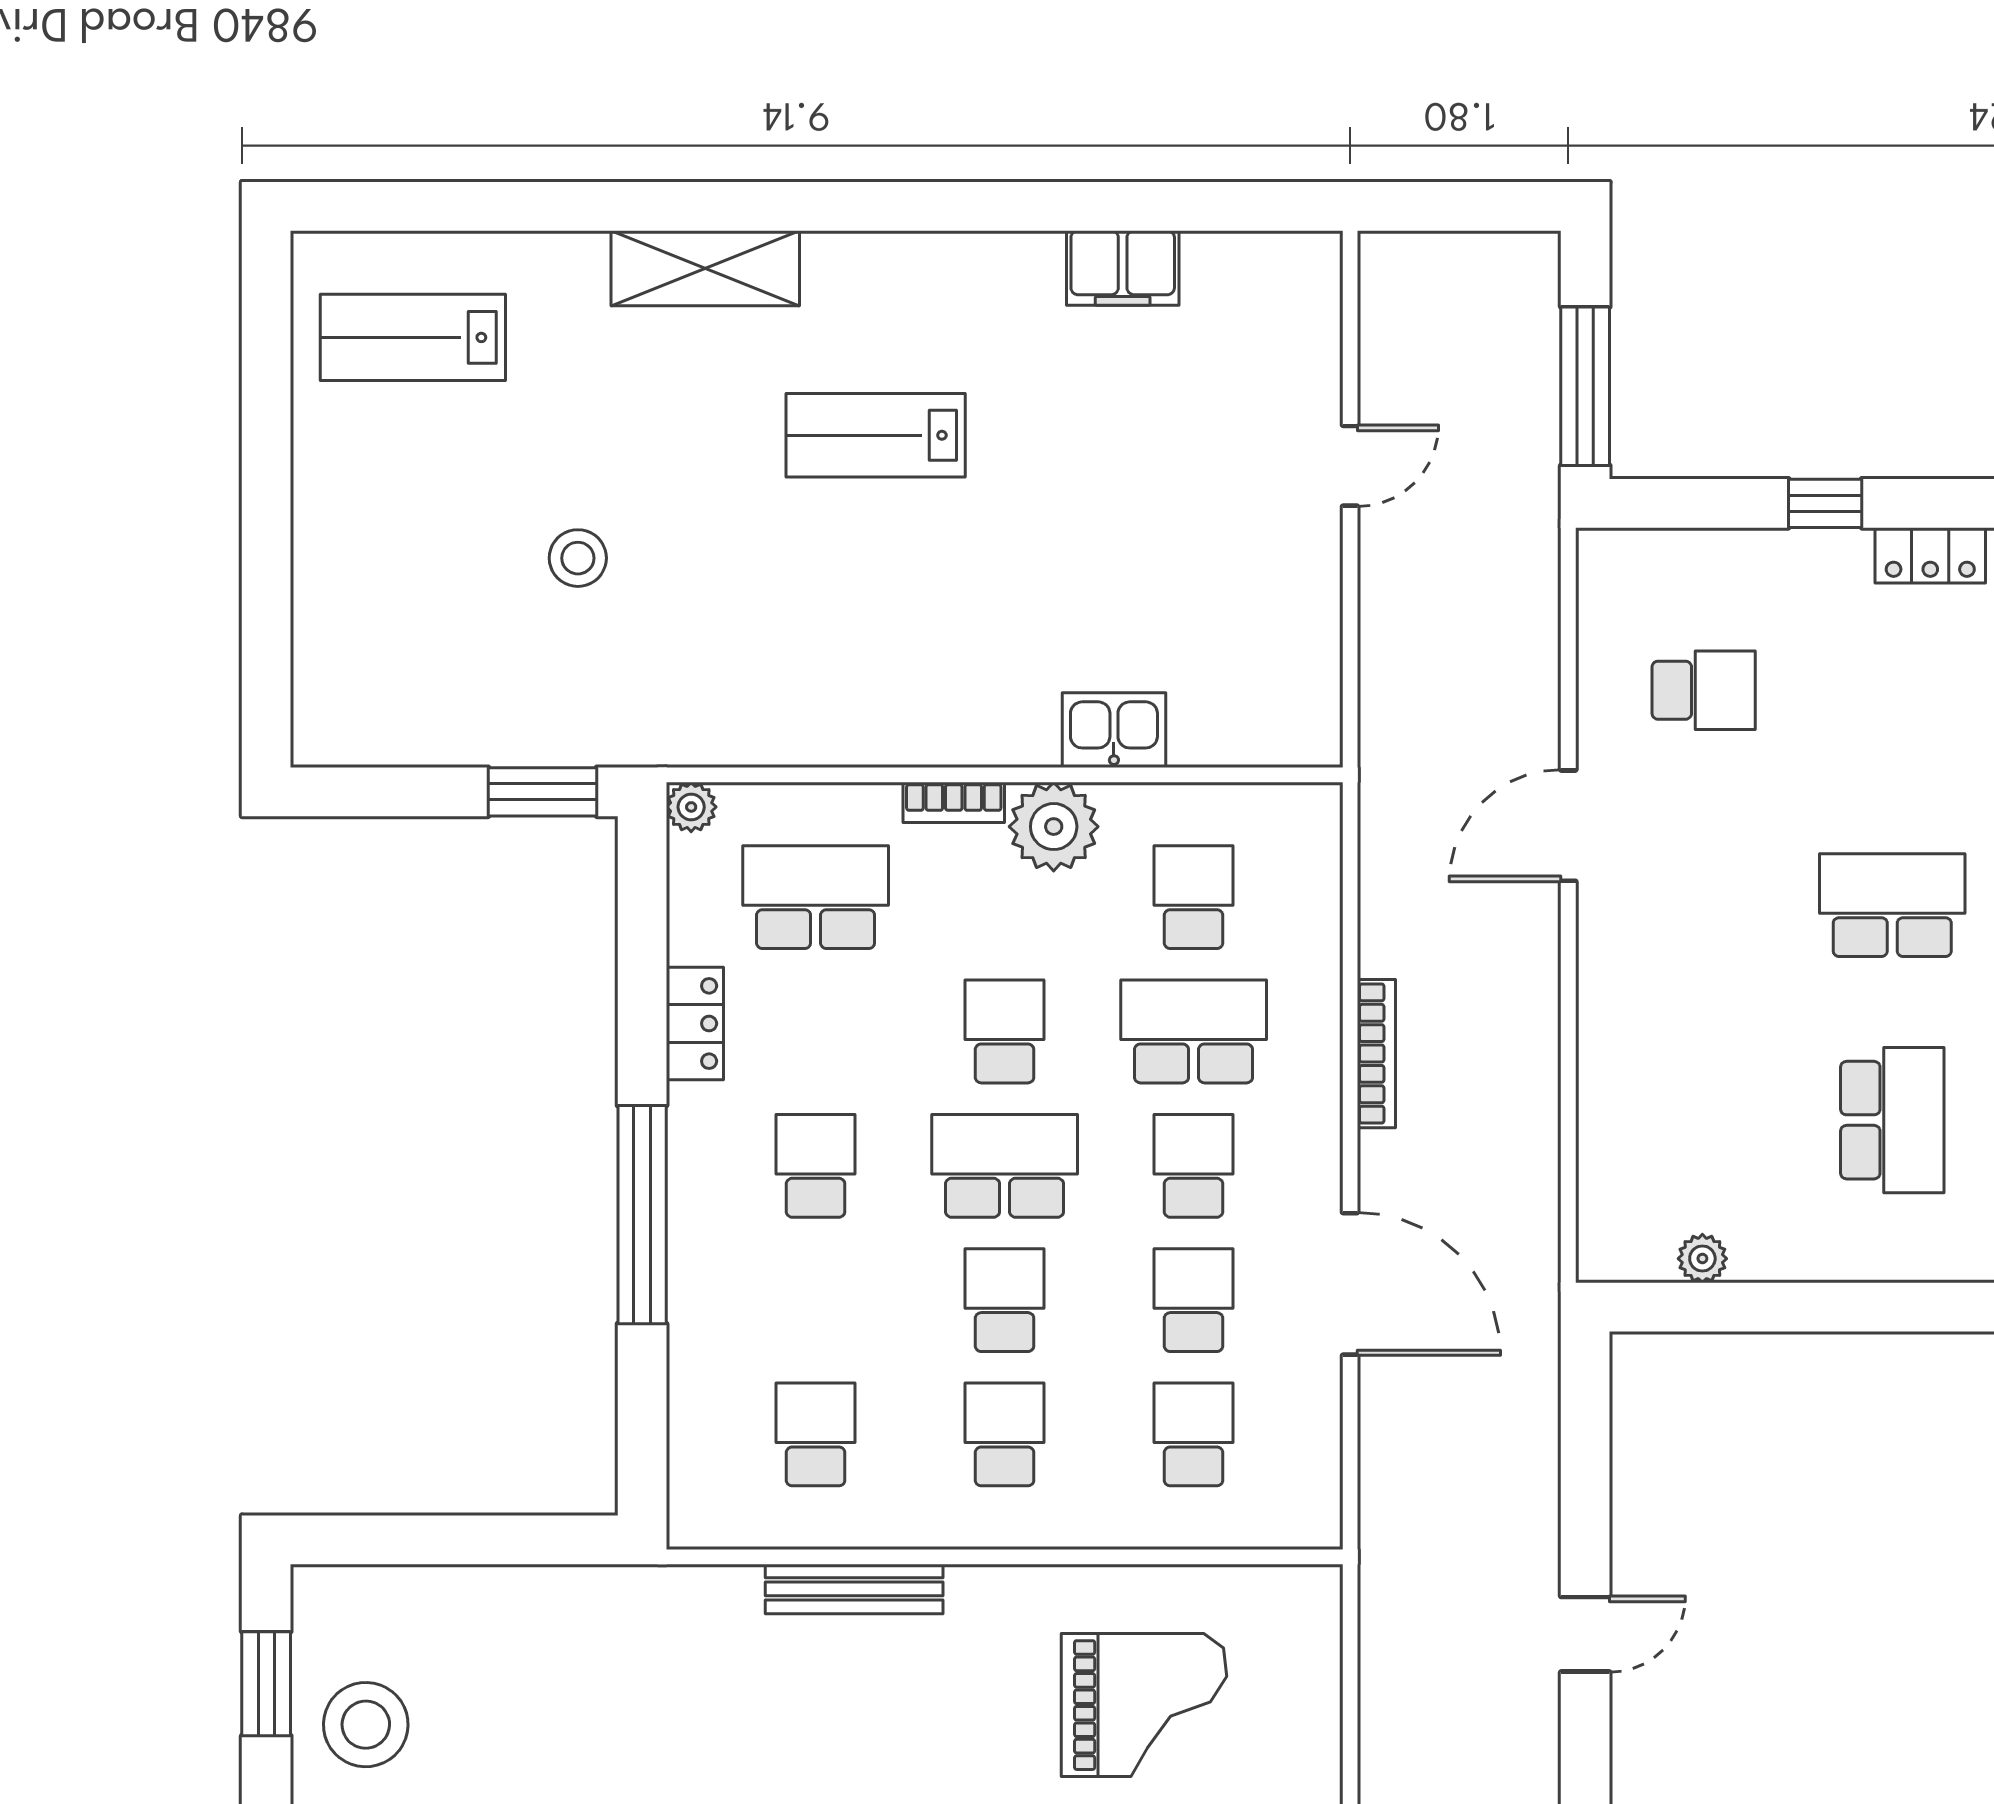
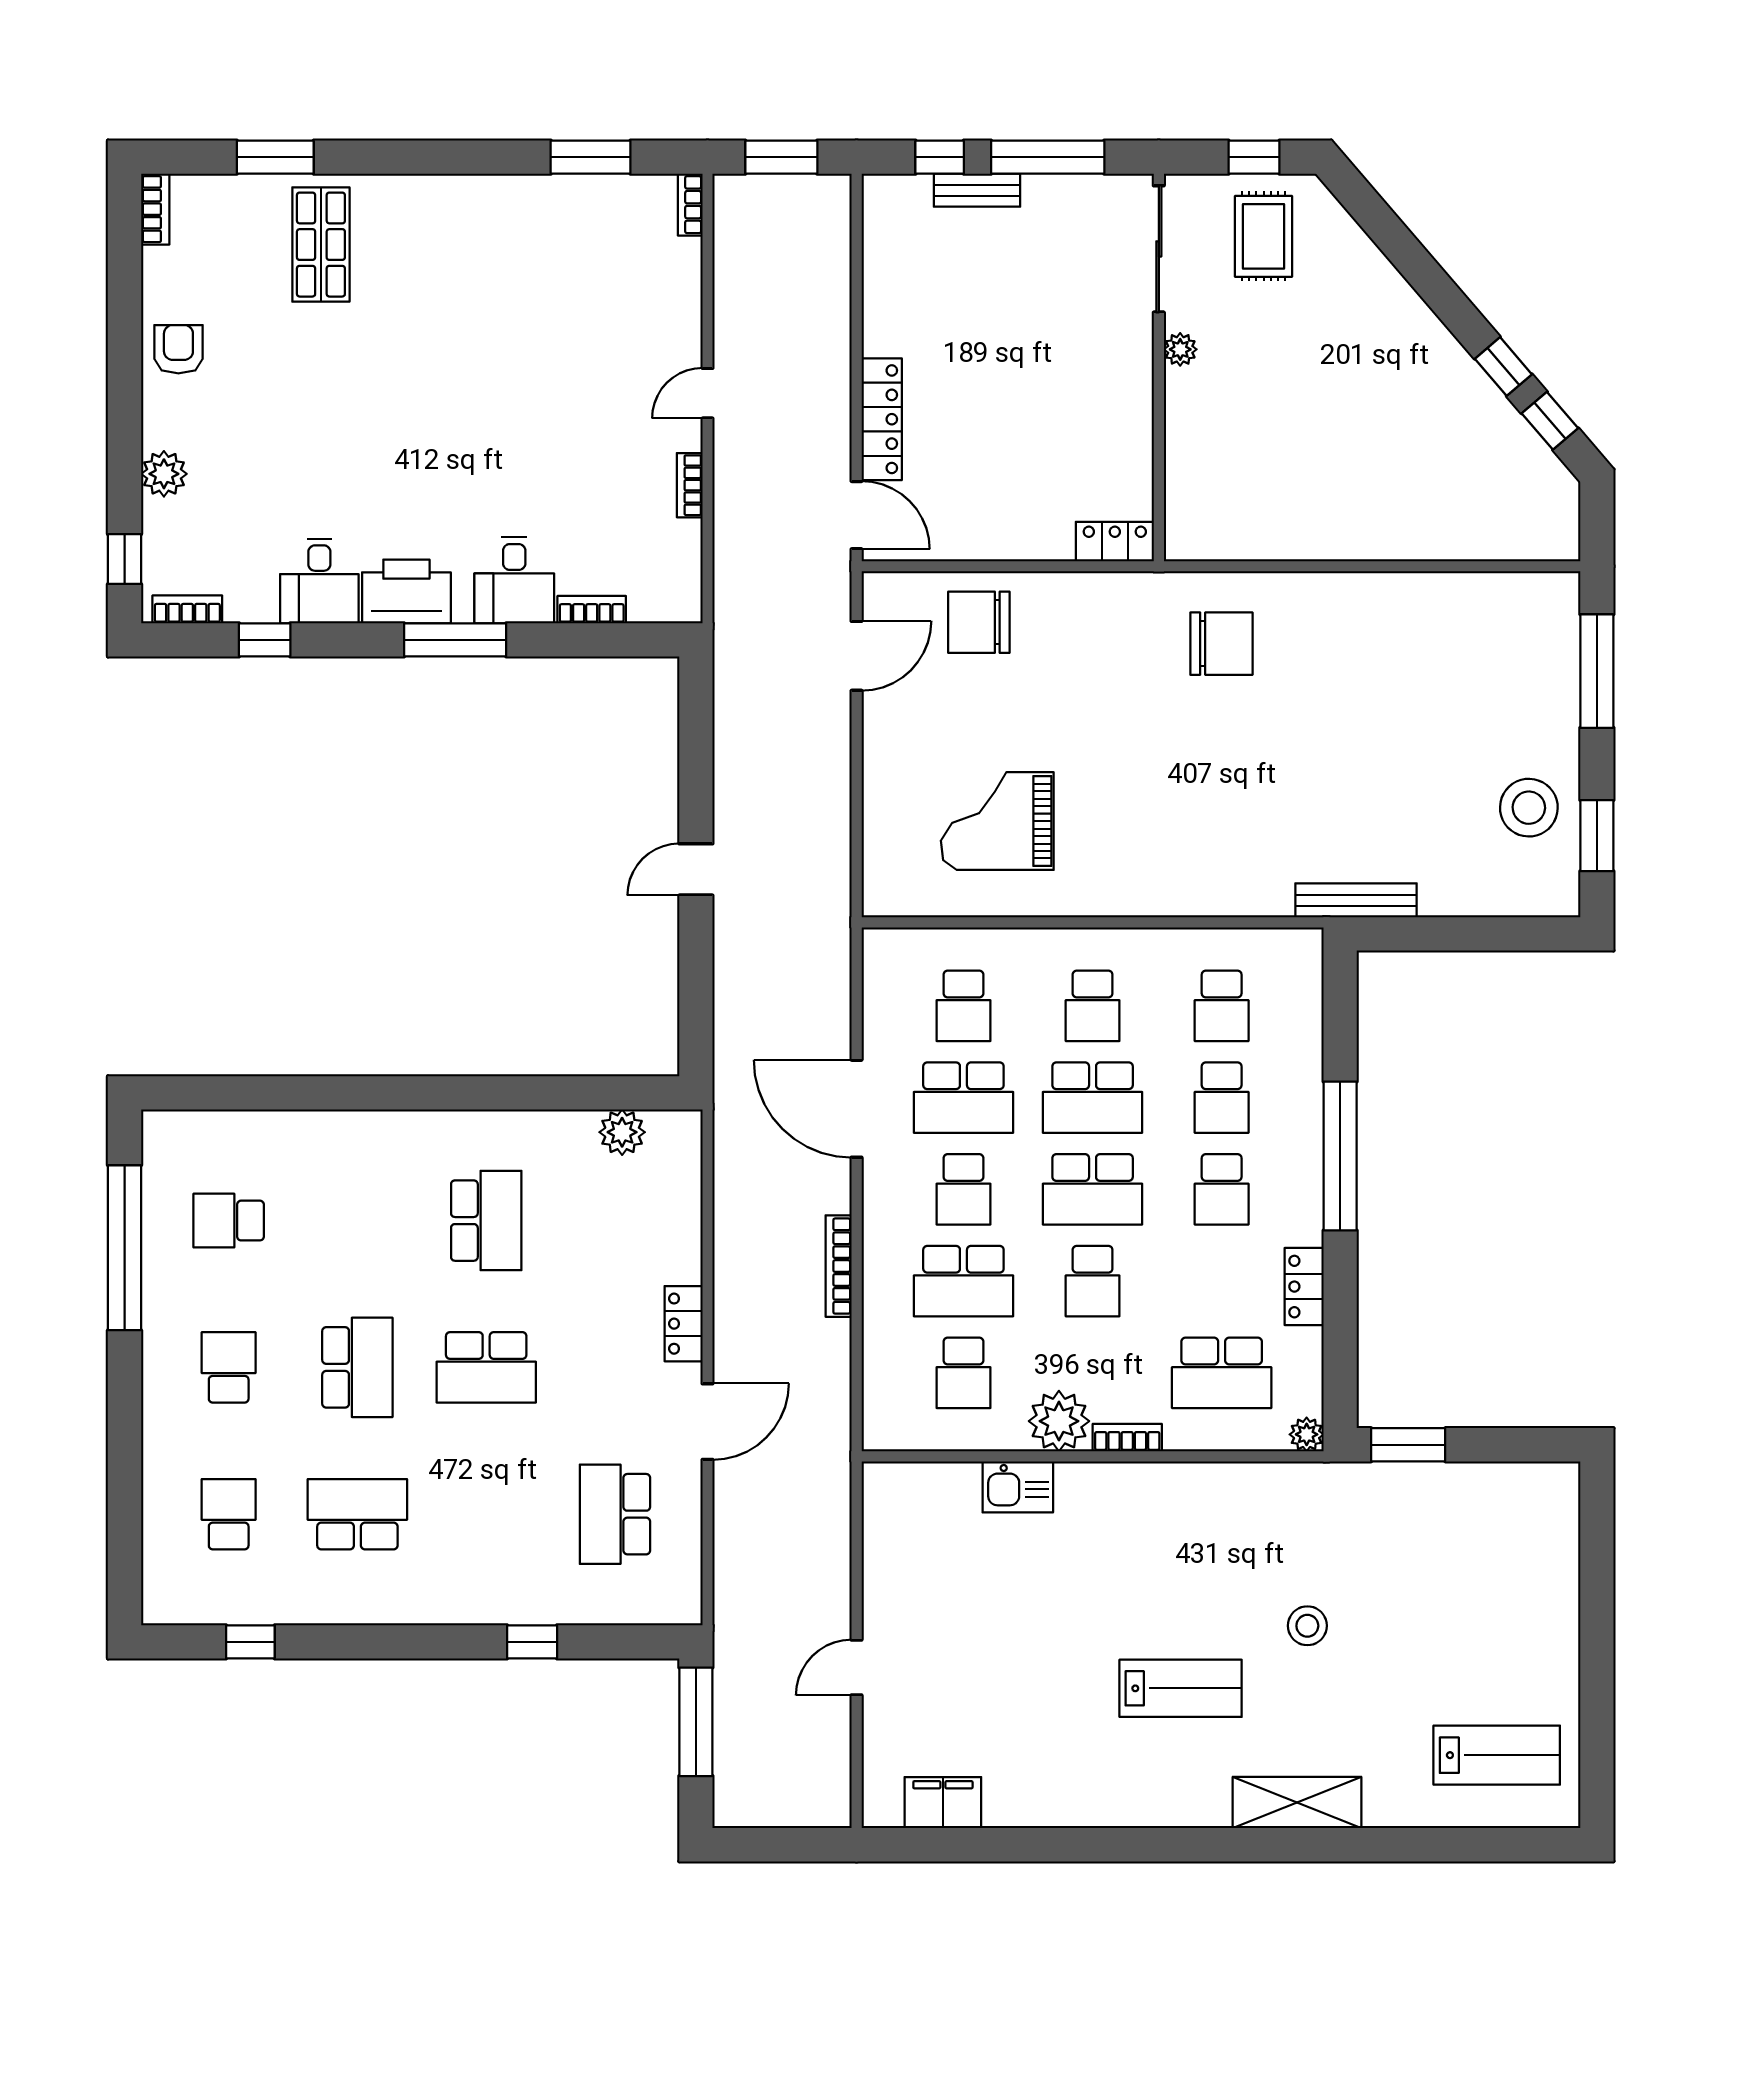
filing cabinet: (1123, 268) -> (943, 1803), moved
locker: (1930, 555) -> (684, 1324), moved, turned -90
stool: (578, 558) -> (1307, 1626), moved
school desk: (1704, 690) -> (615, 1514), width x1.85
school desk: (1892, 1120) -> (486, 1221), turned 180
plant: (1702, 1259) -> (622, 1132), width x1.38, depth x1.38
school desk: (816, 1300) -> (1222, 1098), added
school desk: (1005, 1300) -> (1093, 1098), width x1.85
school desk: (1194, 1300) -> (963, 1098), width x1.85
bench: (854, 1589) -> (1356, 900), moved

